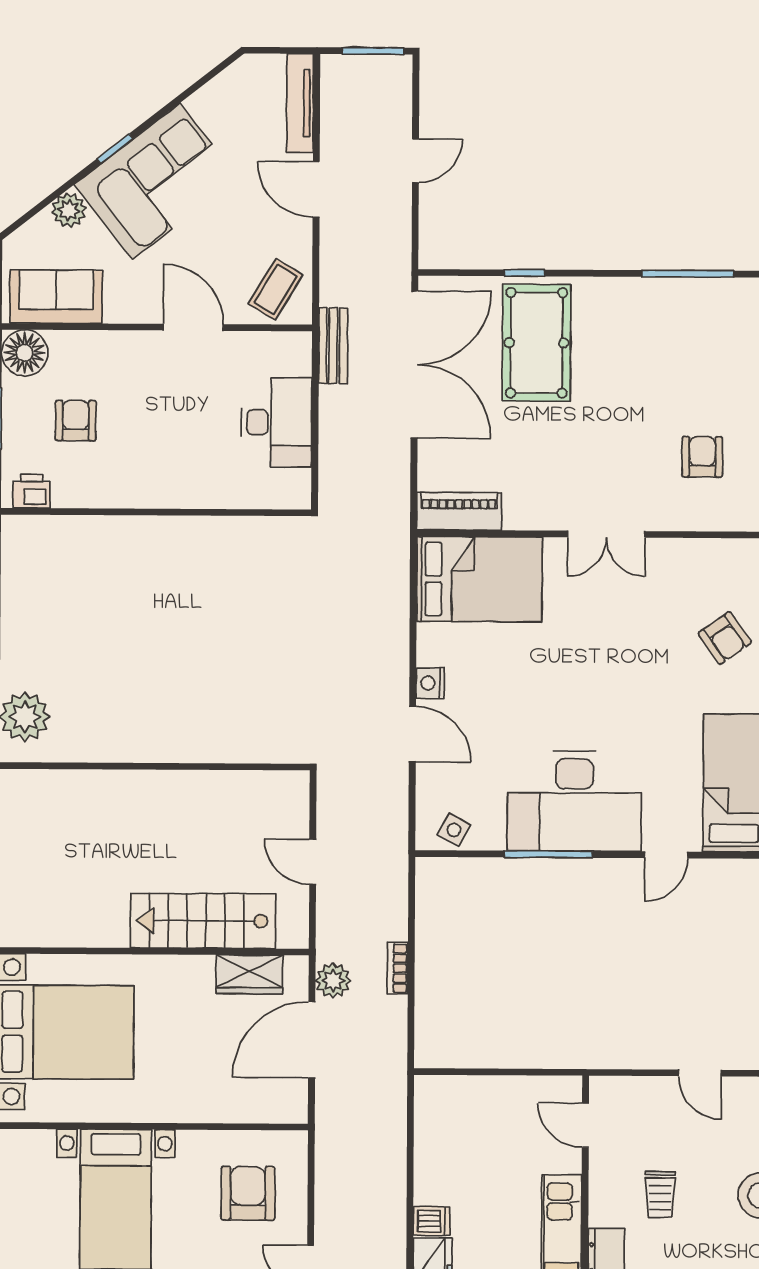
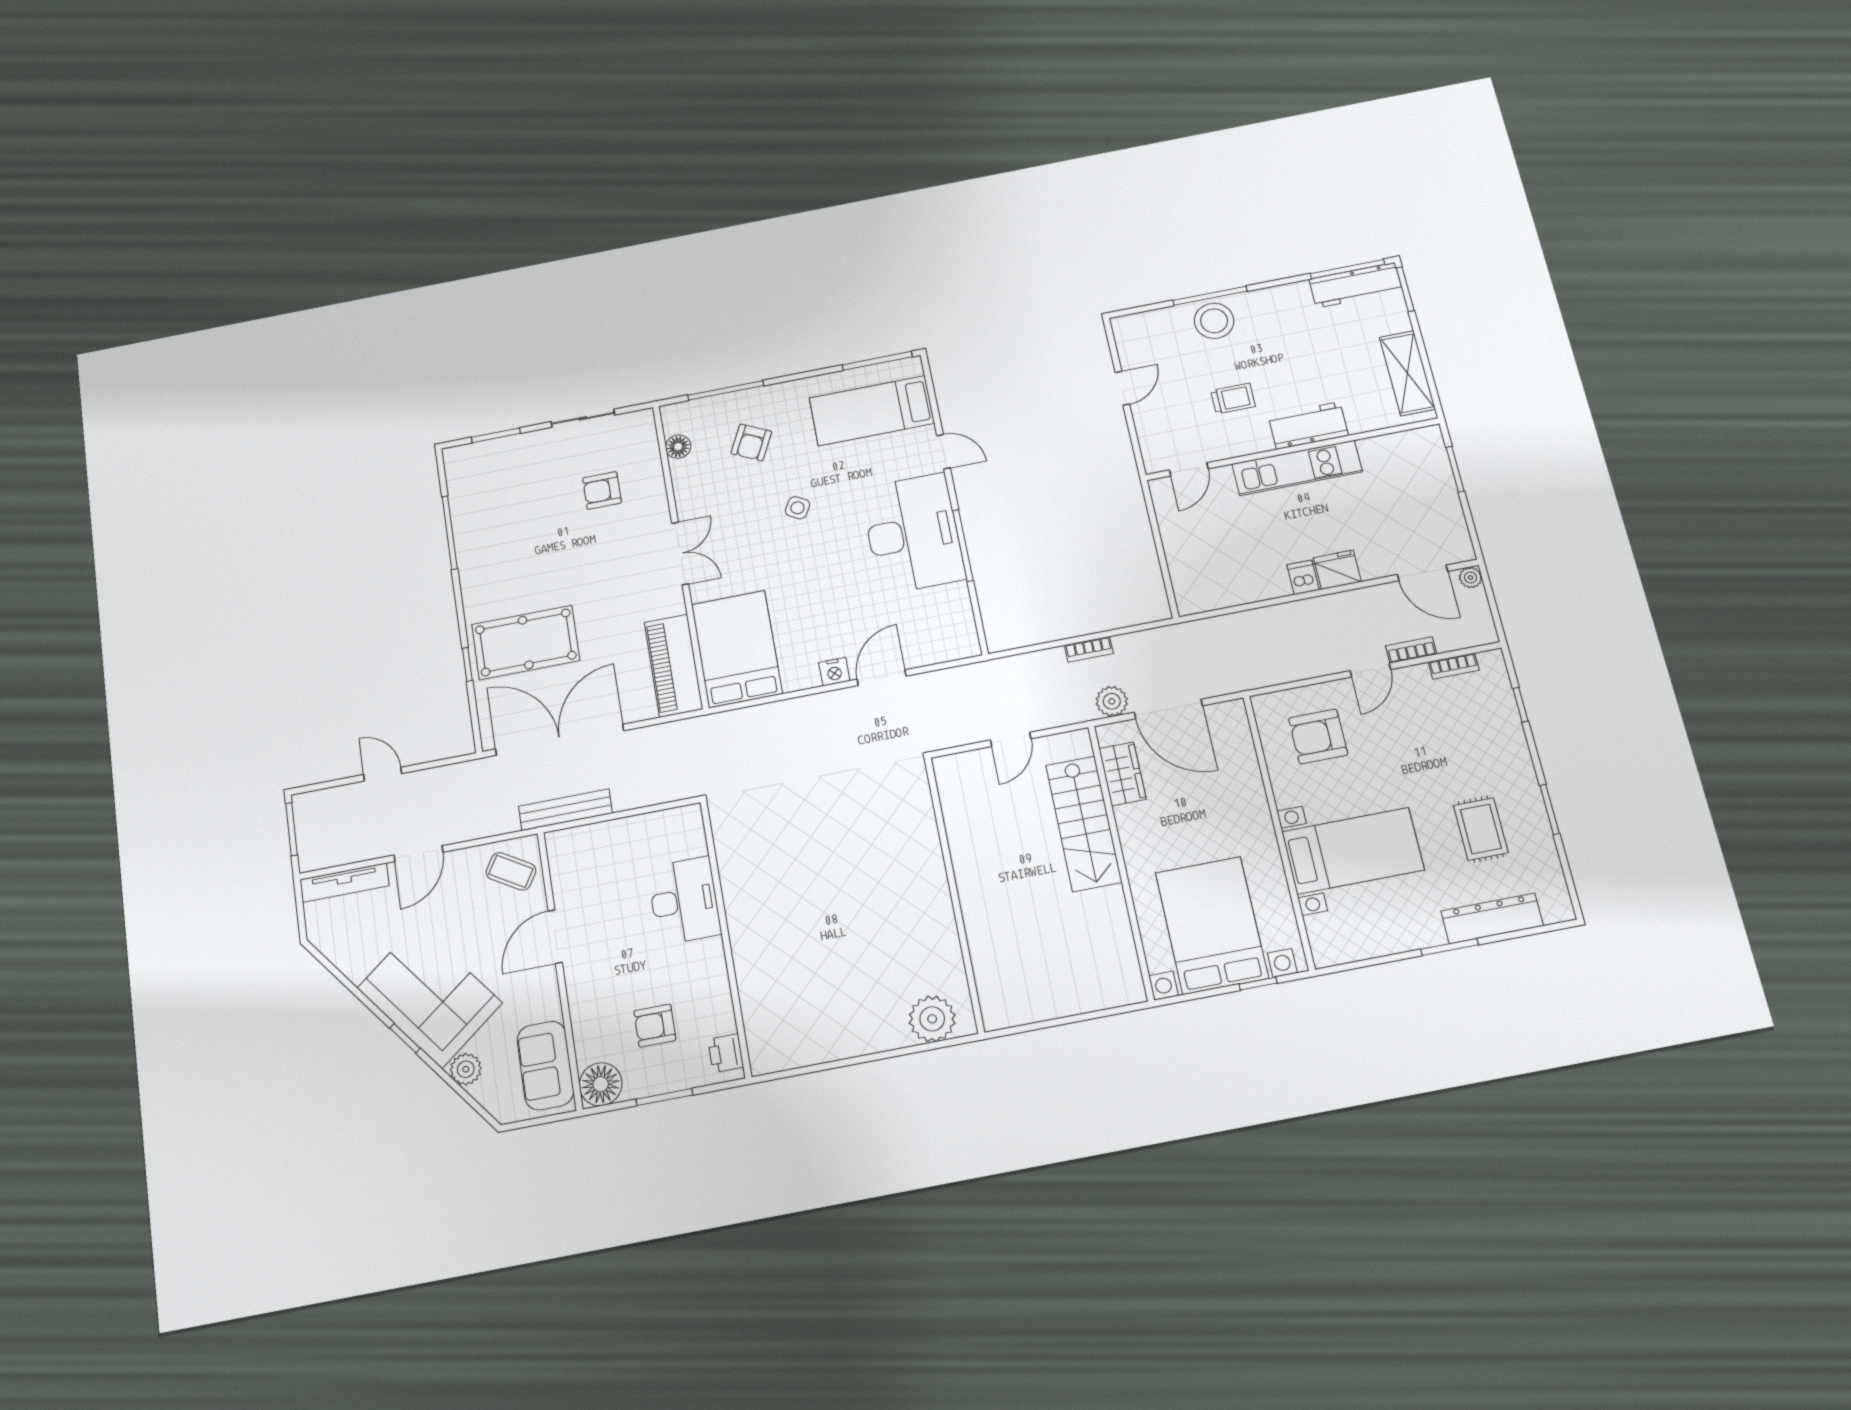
bench: (333, 346) -> (565, 810), width x1.36
desk: (276, 422) -> (684, 901), moved, turned 90
piano: (459, 511) -> (674, 666), width x1.37, depth x1.33
floor lamp: (738, 553) -> (678, 447), added
armchair: (725, 638) -> (751, 442), turned 151
side table: (454, 830) -> (798, 508), moved

